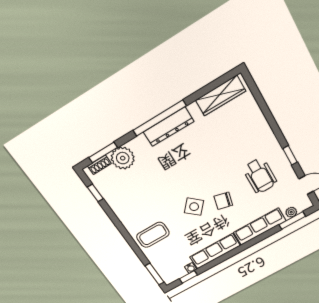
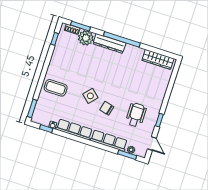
dresser: (169, 127) -> (109, 43), moved
wheelchair: (260, 176) -> (136, 115), turned 180

